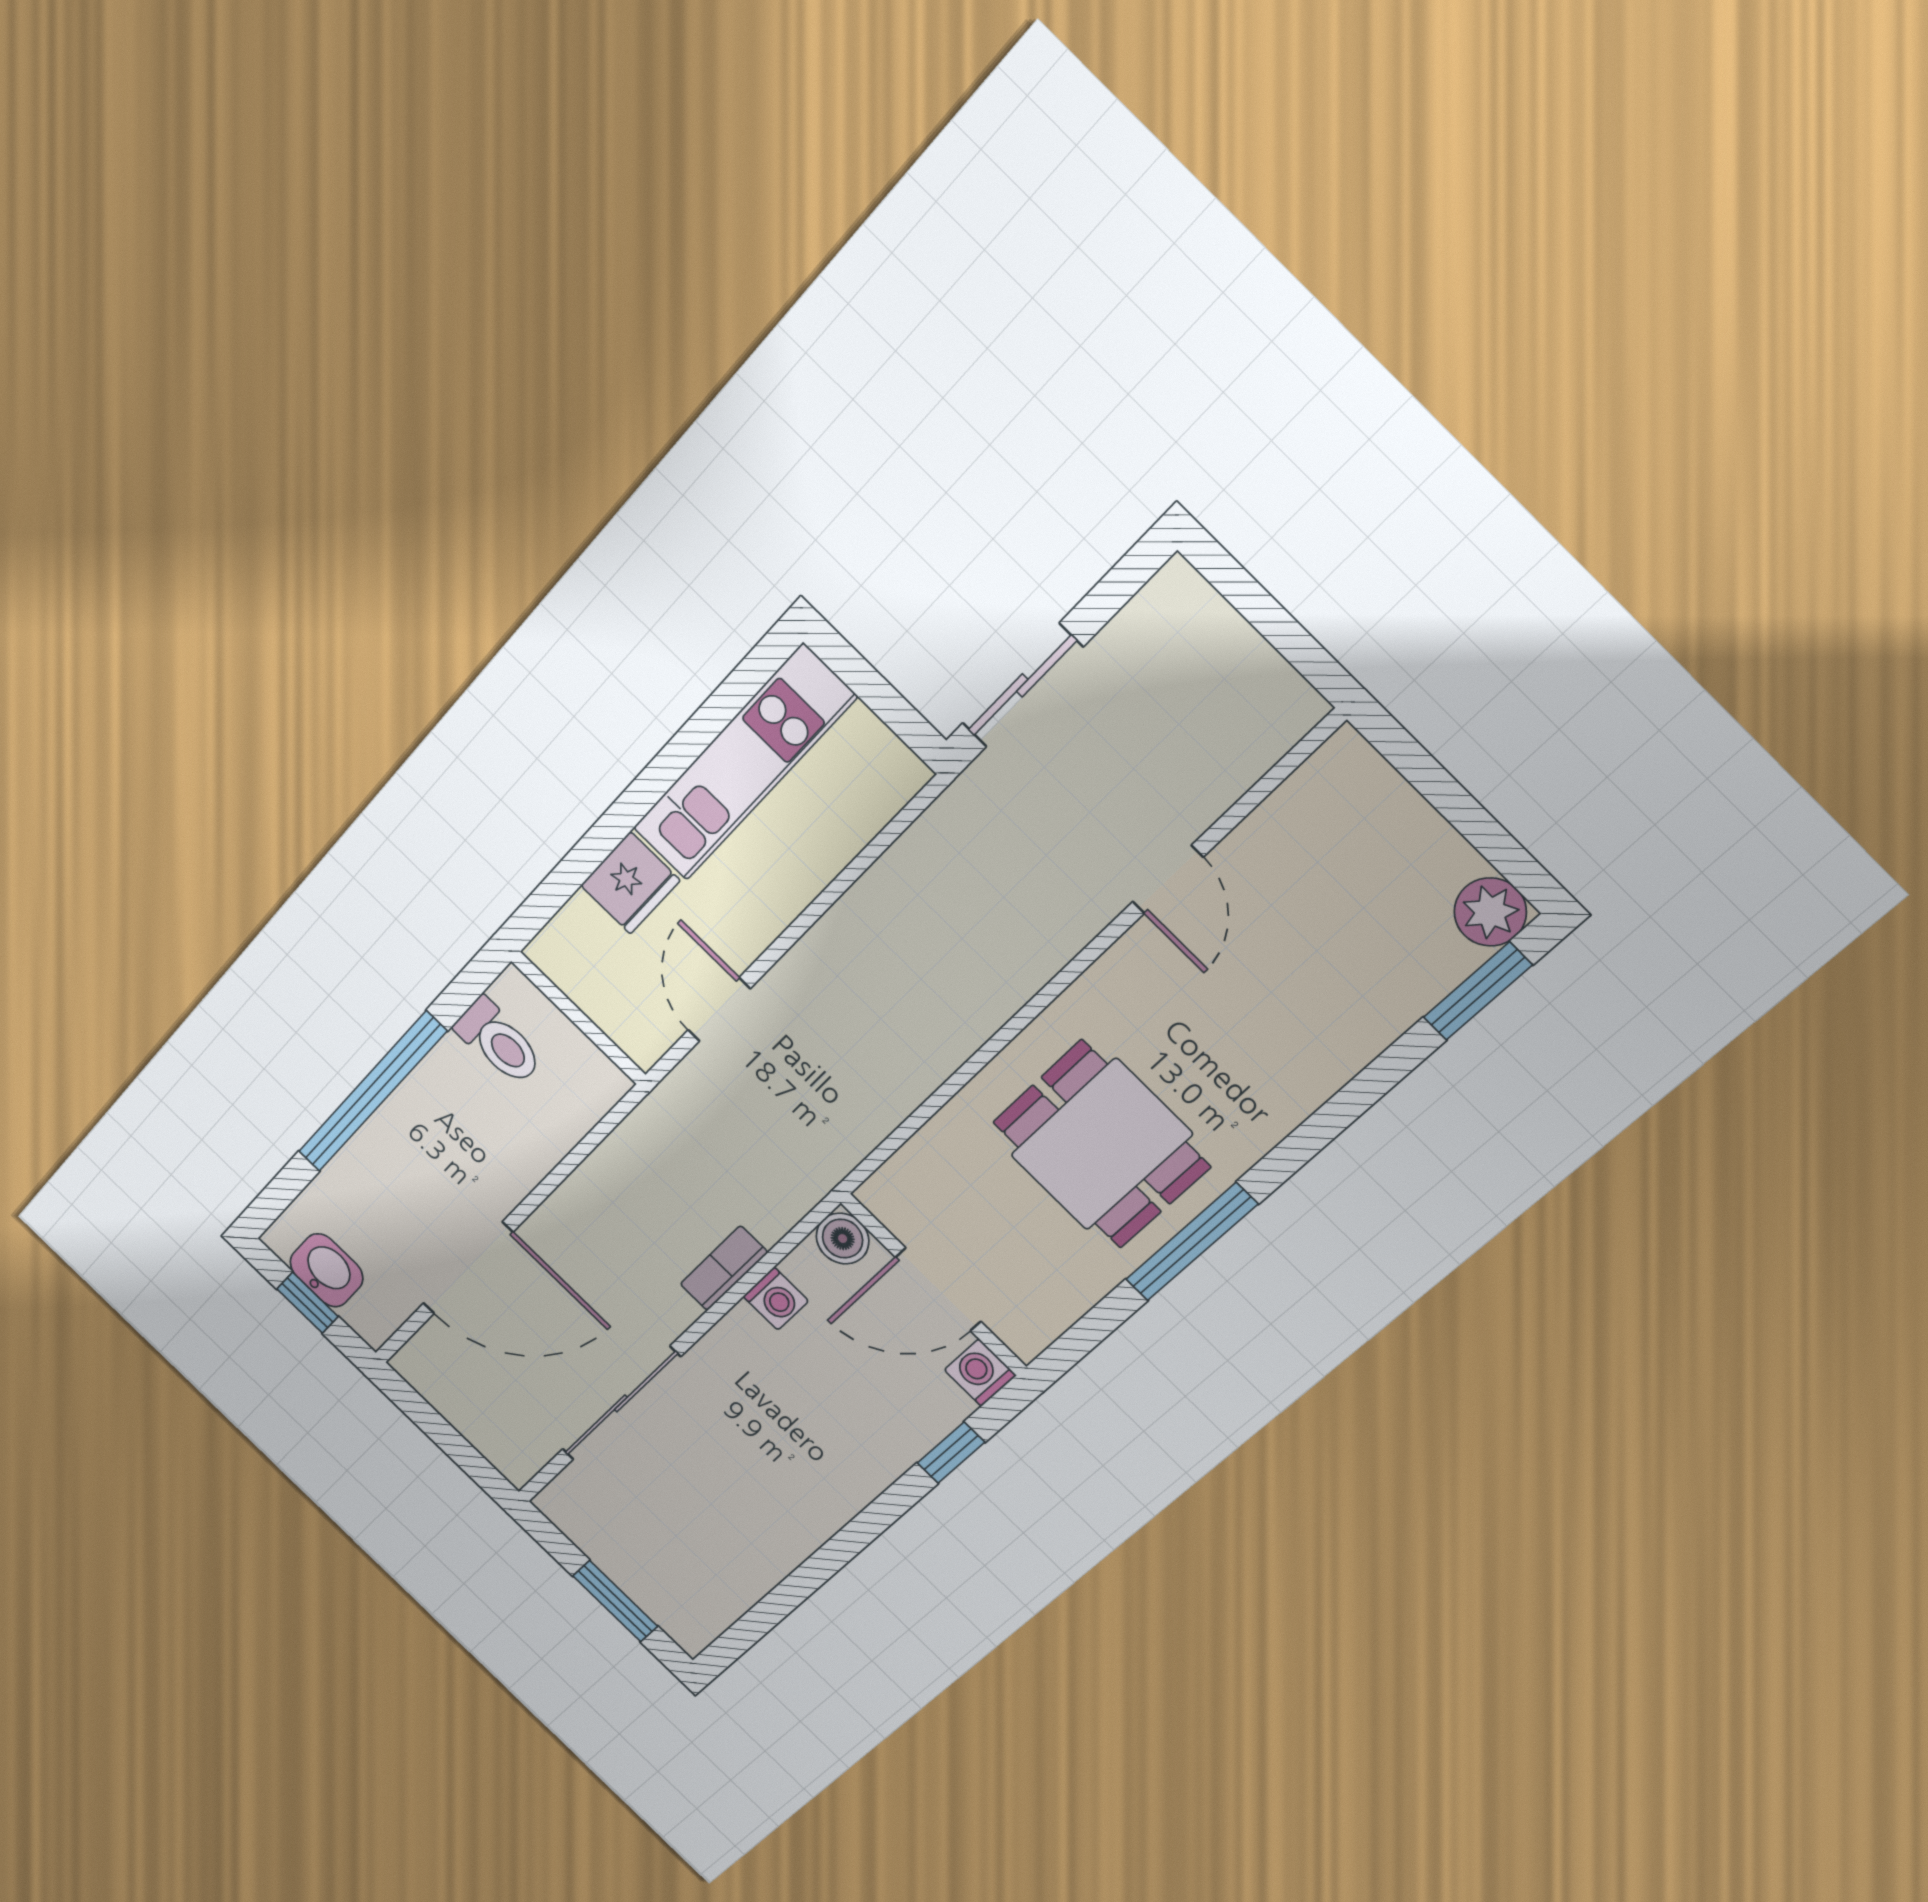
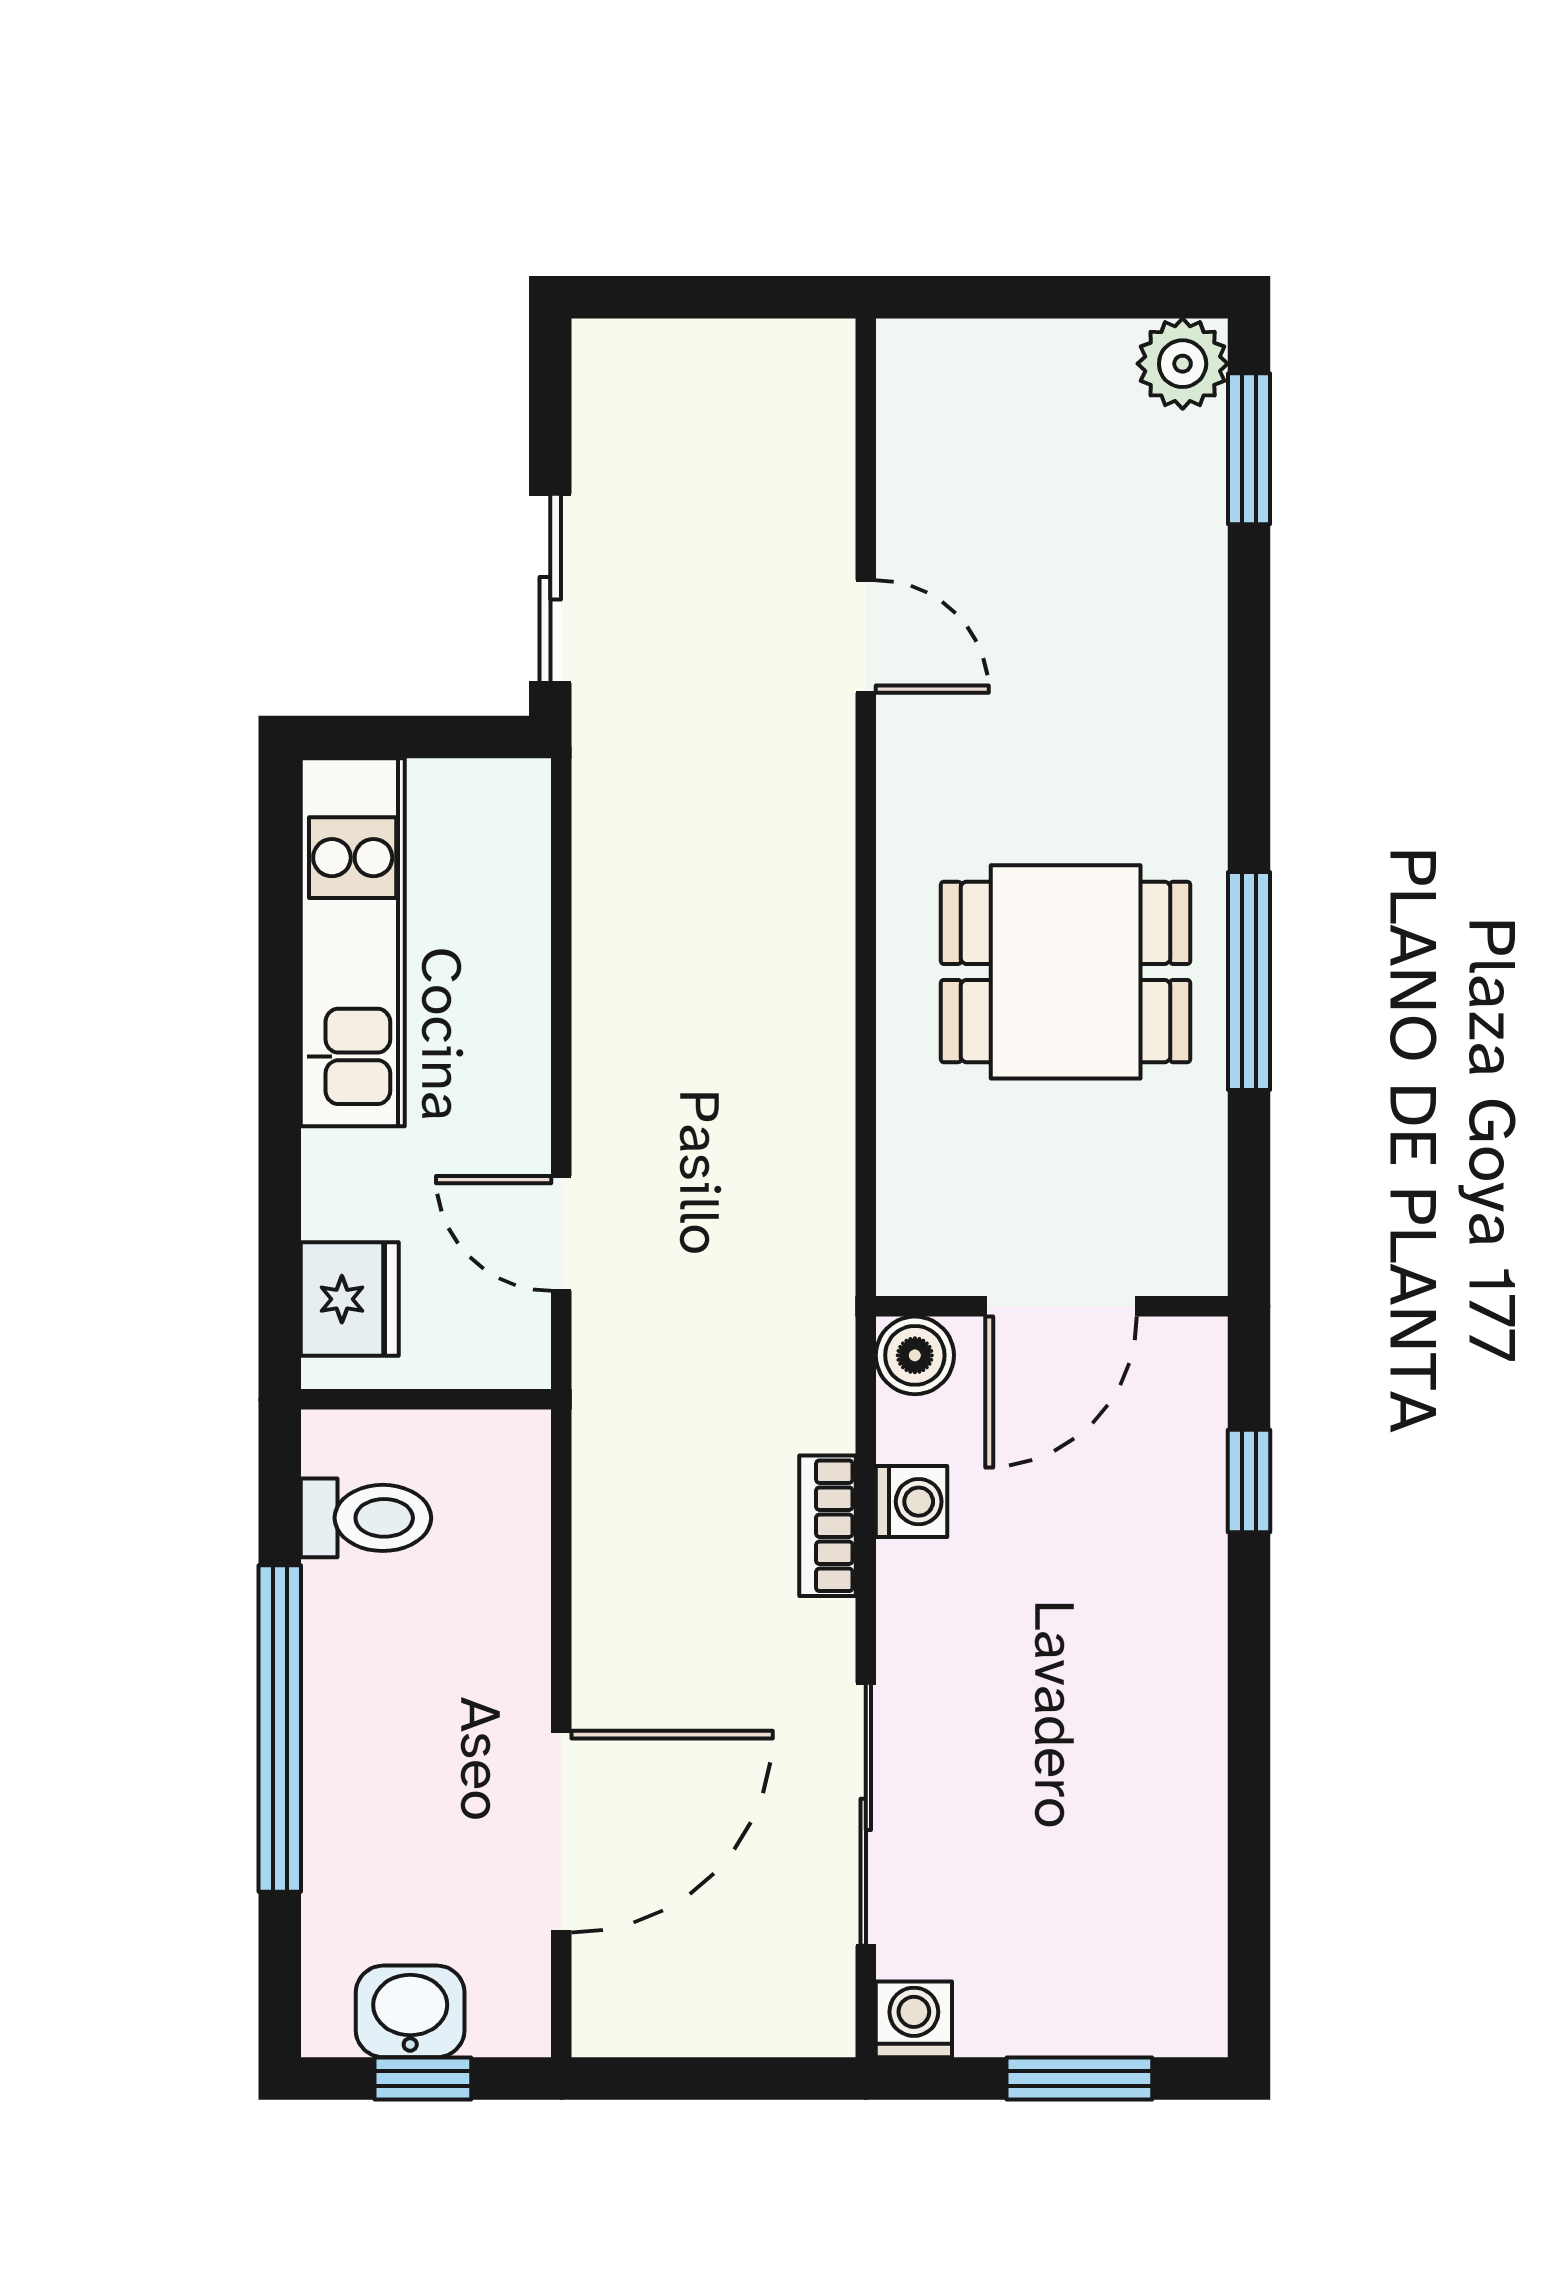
fridge: (630, 883) -> (350, 1299), moved
washing machine: (980, 1373) -> (914, 2019), moved, turned 90

